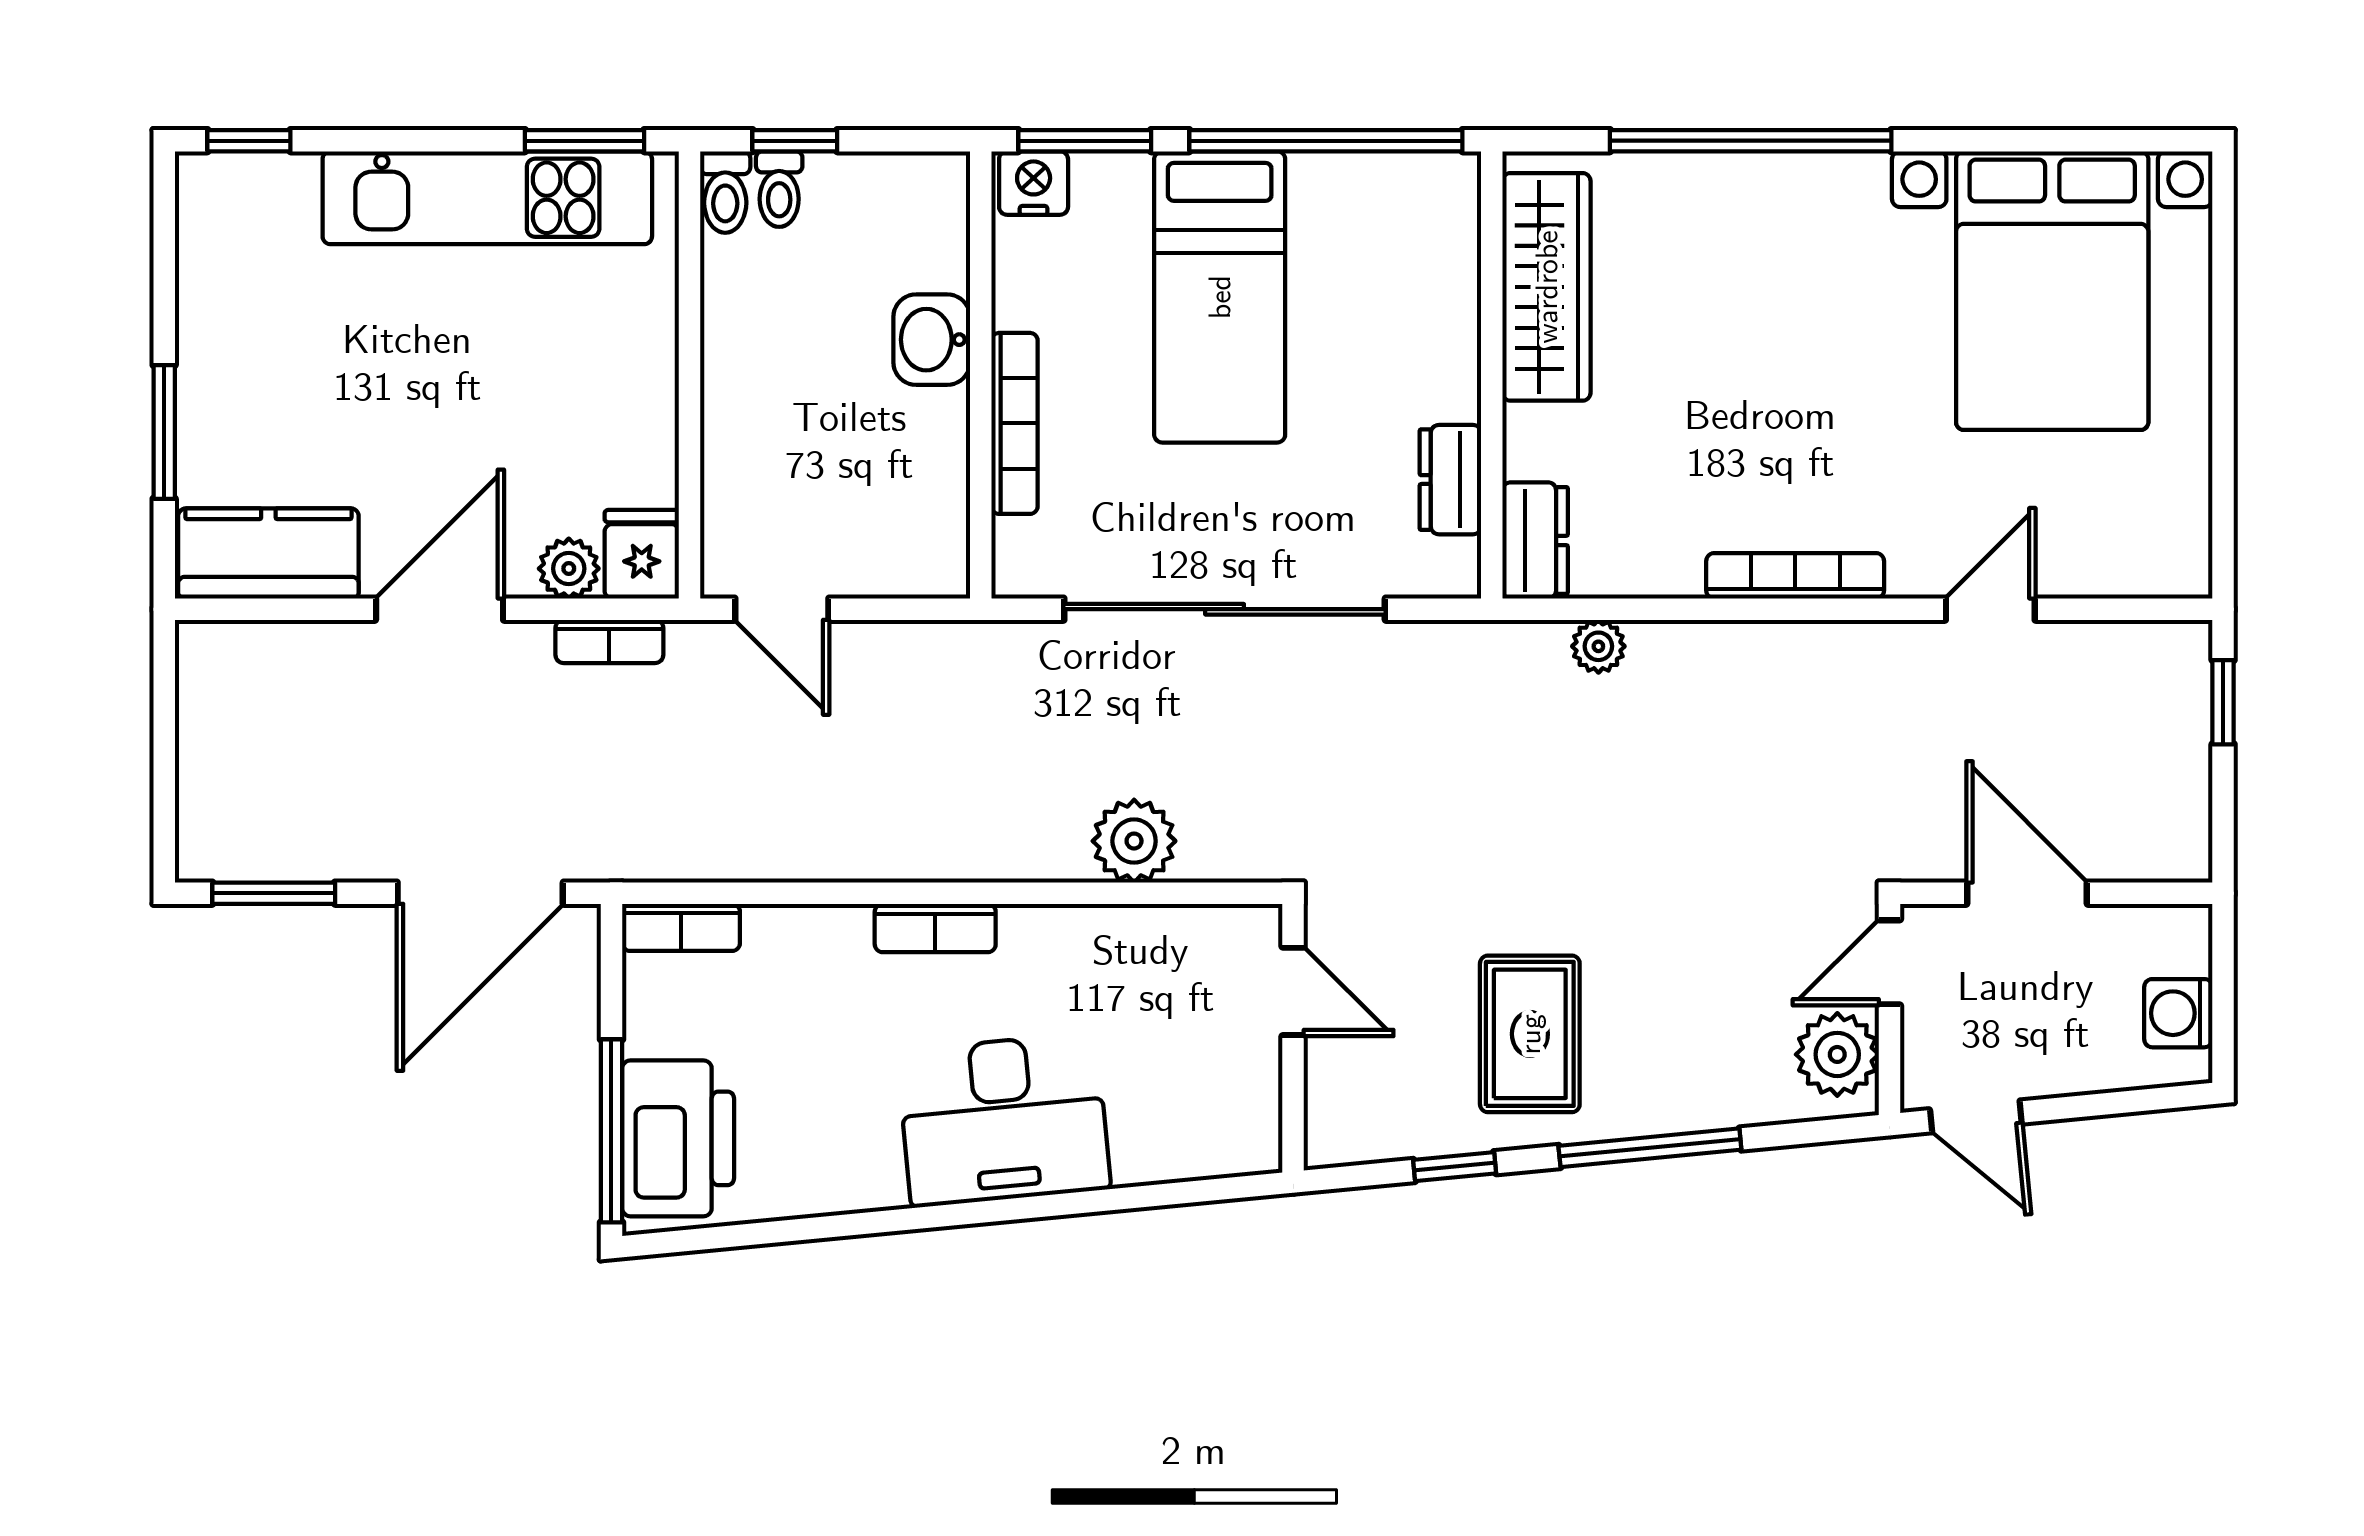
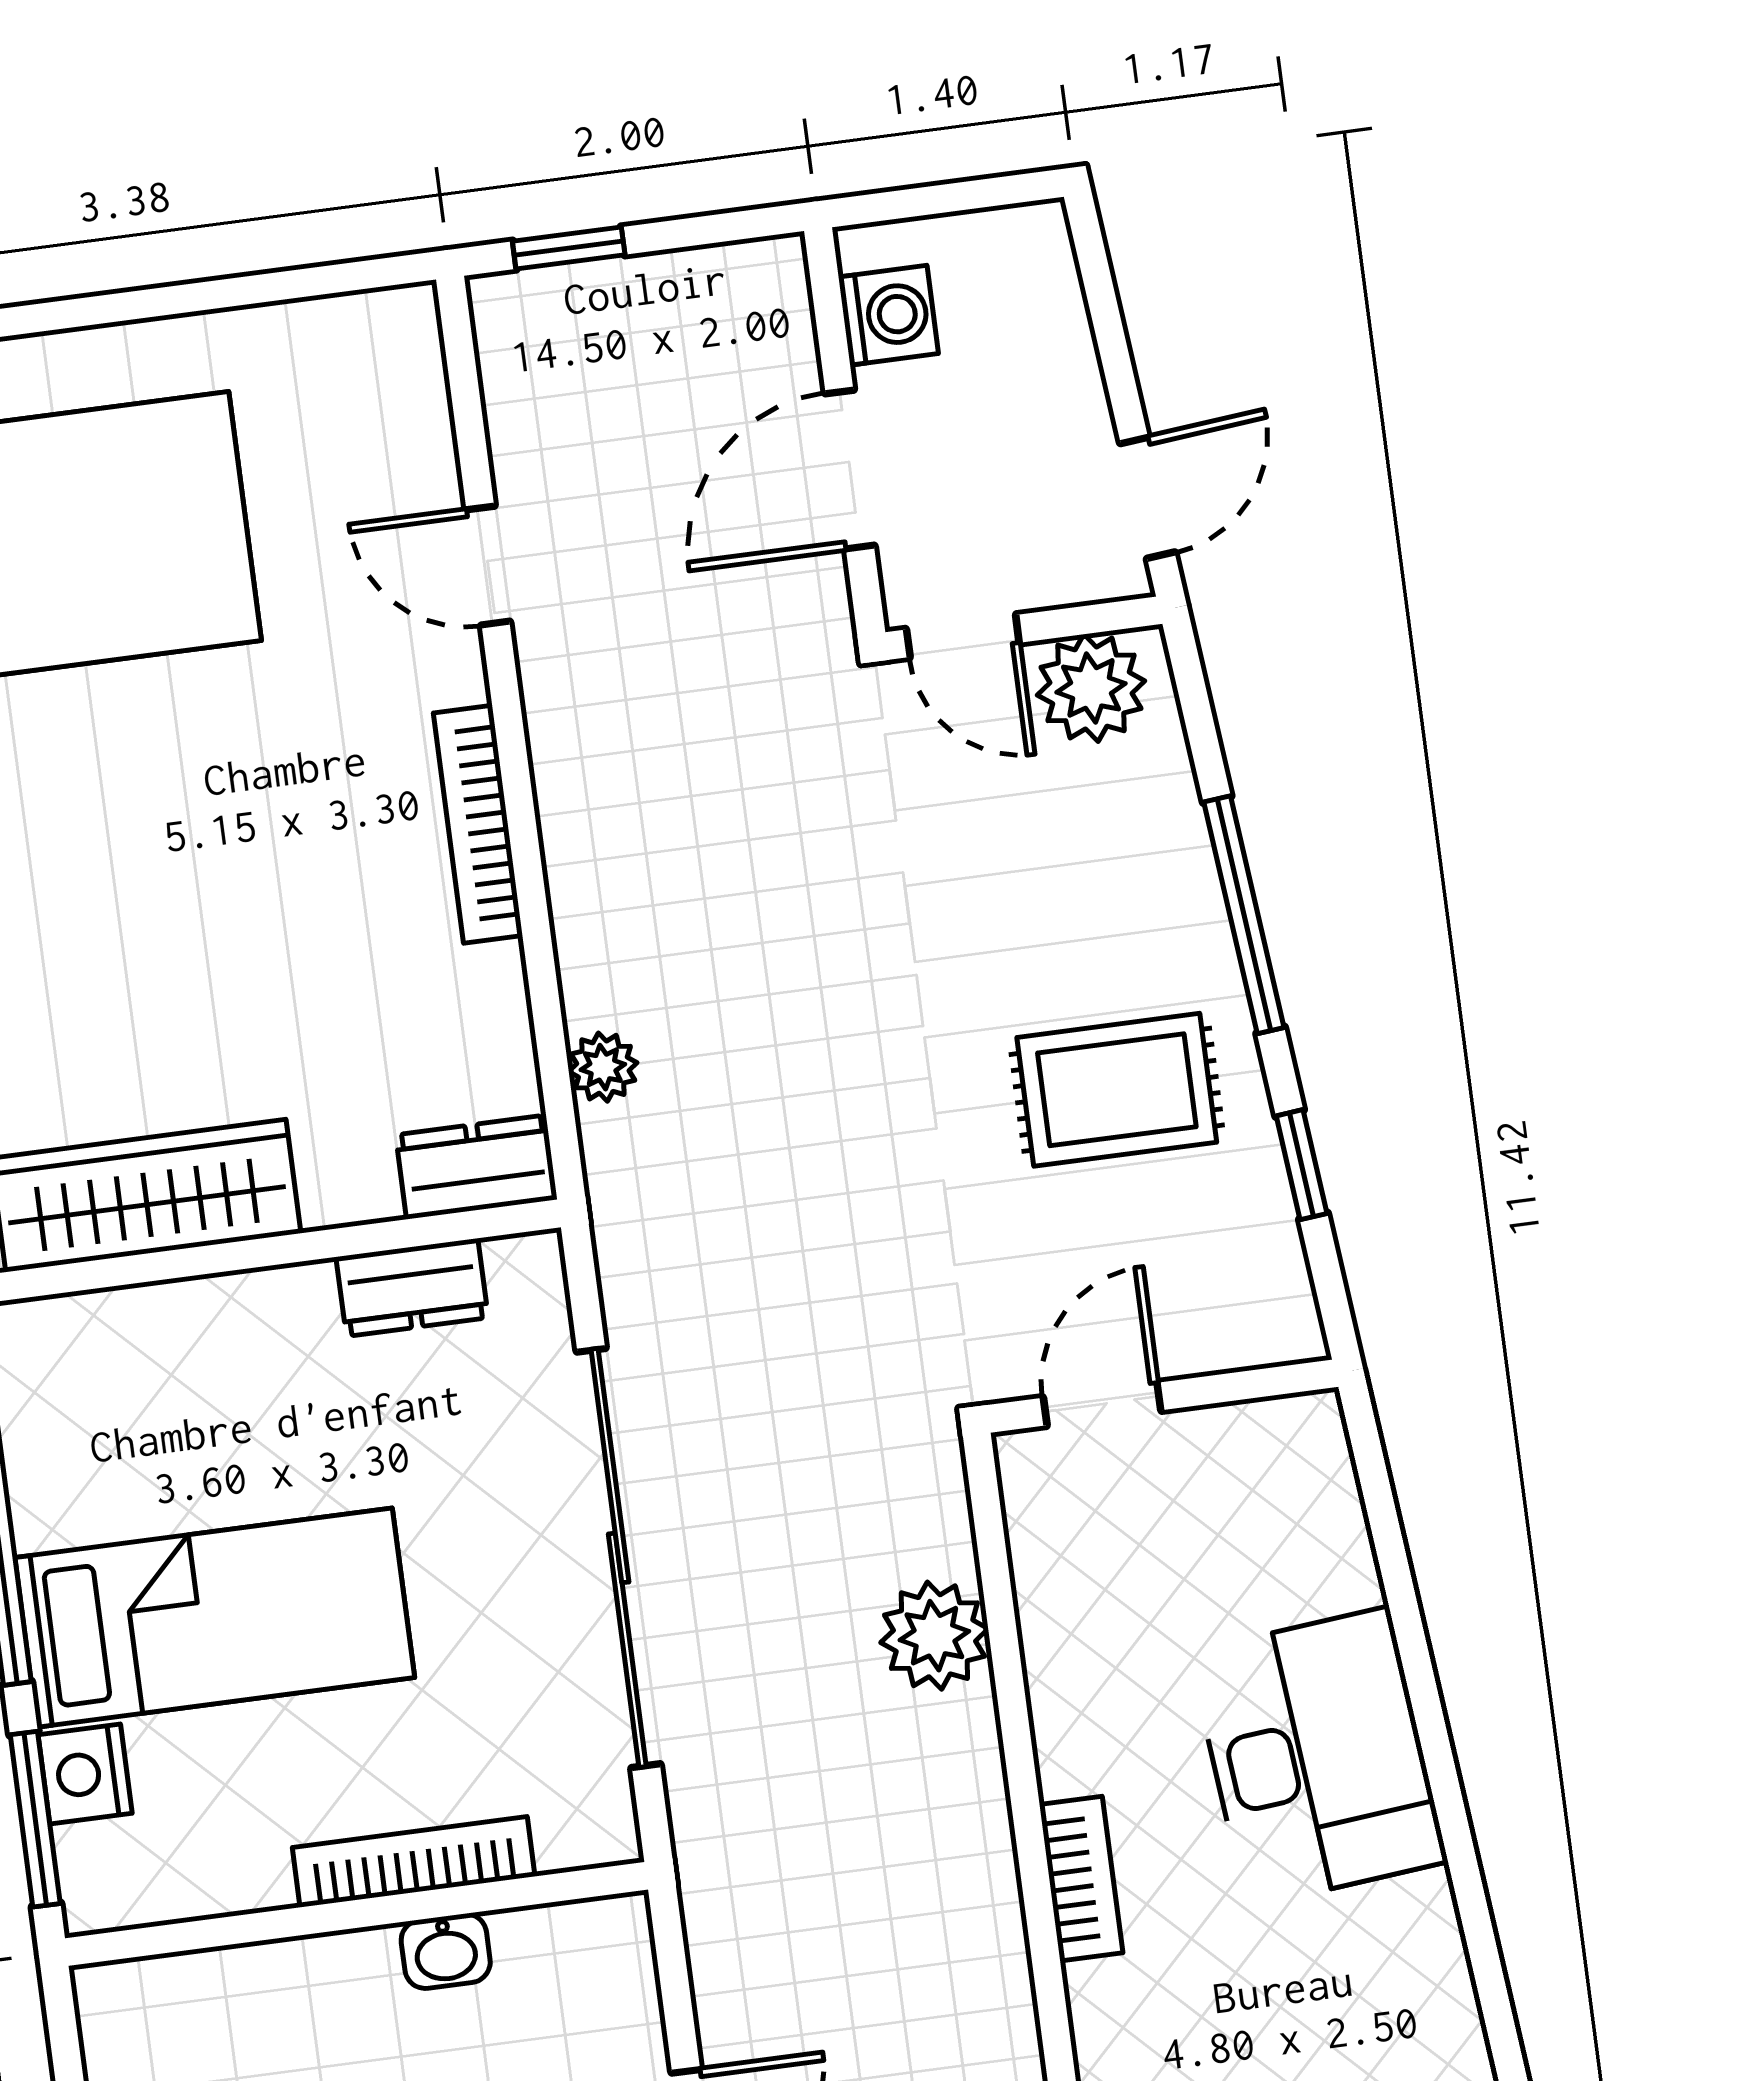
nightstand: (1034, 183) -> (85, 1774), moved
washbasin: (932, 340) -> (446, 1951), moved, width x0.72, depth x0.69
washing machine: (2178, 1013) -> (888, 315), moved, turned -90

